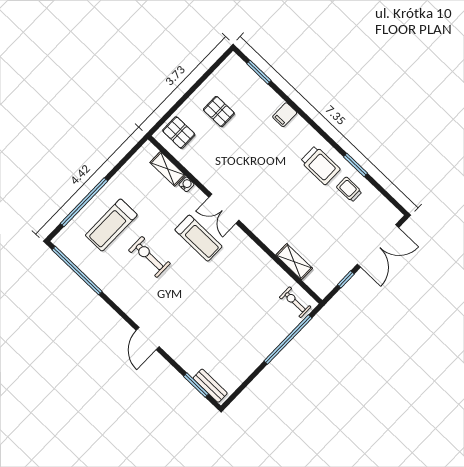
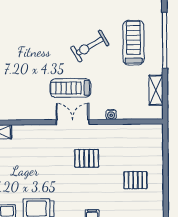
pallet: (179, 133) -> (87, 158), moved
shelving: (168, 169) -> (156, 90), moved, turned 90
exercise bike: (149, 257) -> (90, 46), turned 150

